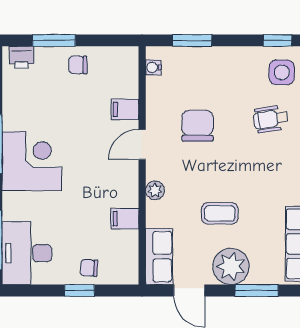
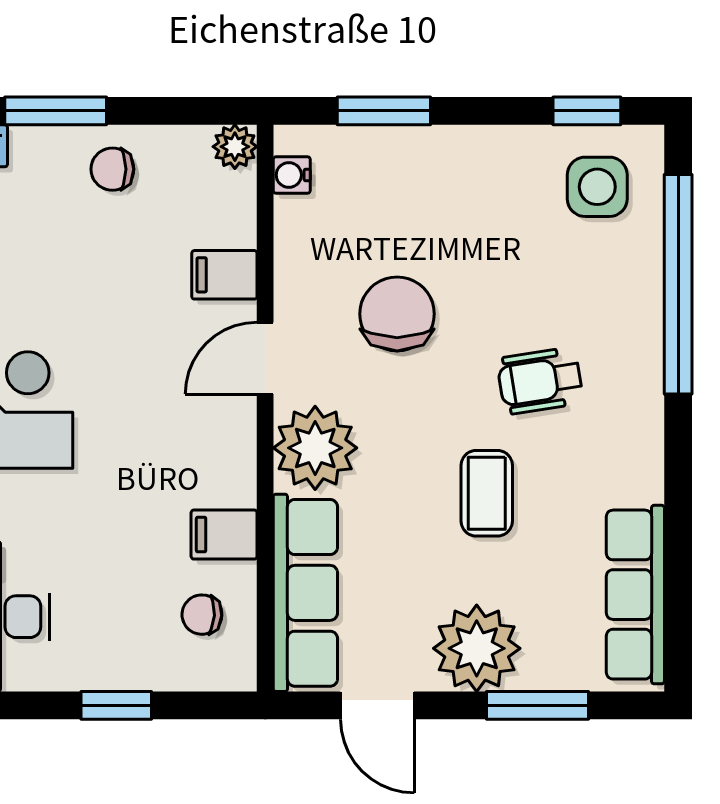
plant: (129, 55) -> (235, 147), added
wheelchair: (270, 119) -> (540, 381), moved
plant: (155, 190) -> (315, 448), width x1.87, depth x1.87
coffee table: (220, 213) -> (487, 493), moved, turned 90
row of seats: (159, 257) -> (305, 593), width x1.48
chair: (89, 268) -> (202, 615), moved

